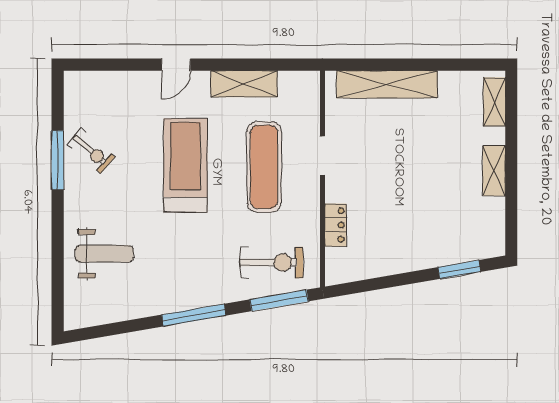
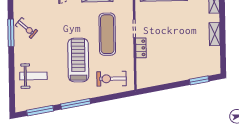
treadmill: (185, 165) -> (78, 60), moved
locker: (336, 225) -> (141, 48), moved
exercise bike: (272, 263) -> (112, 79), turned 180
window: (279, 300) -> (40, 111), moved

